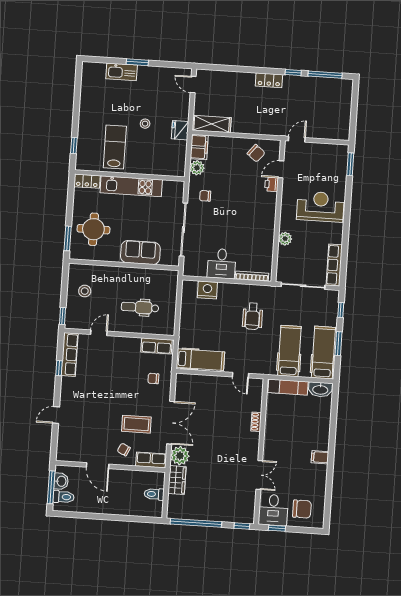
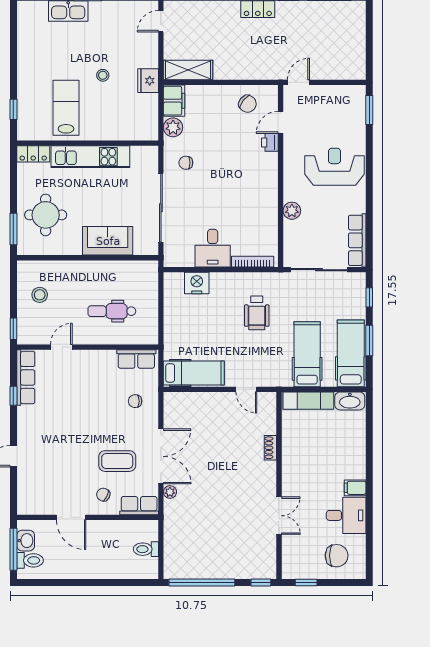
door: (193, 85) -> (161, 21), hinge flipped
plant: (180, 456) -> (170, 492), width x0.53, depth x0.53
wardrobe: (177, 480) -> (174, 529), removed
desk: (273, 510) -> (346, 515), moved, turned -90

